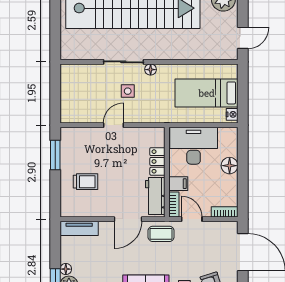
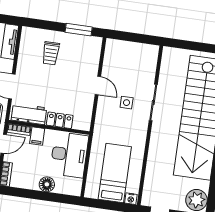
floor lamp: (151, 70) -> (143, 126), removed
nightstand: (232, 114) -> (131, 199), moved

